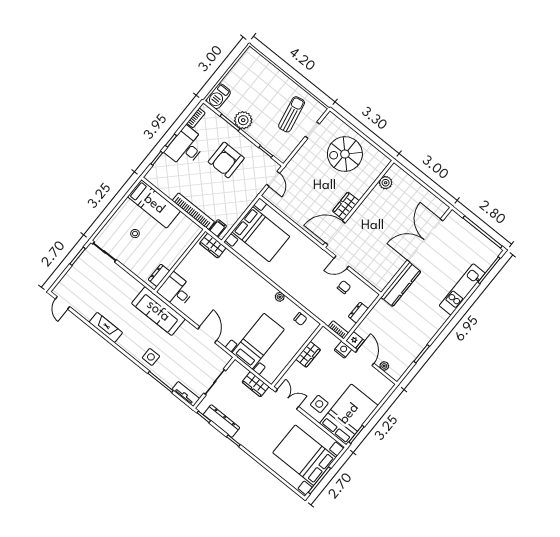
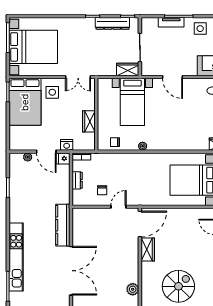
kitchen unit: (462, 289) -> (16, 257), width x1.36
wardrobe: (256, 384) -> (128, 69), moved
tv unit: (186, 394) -> (171, 22), moved

